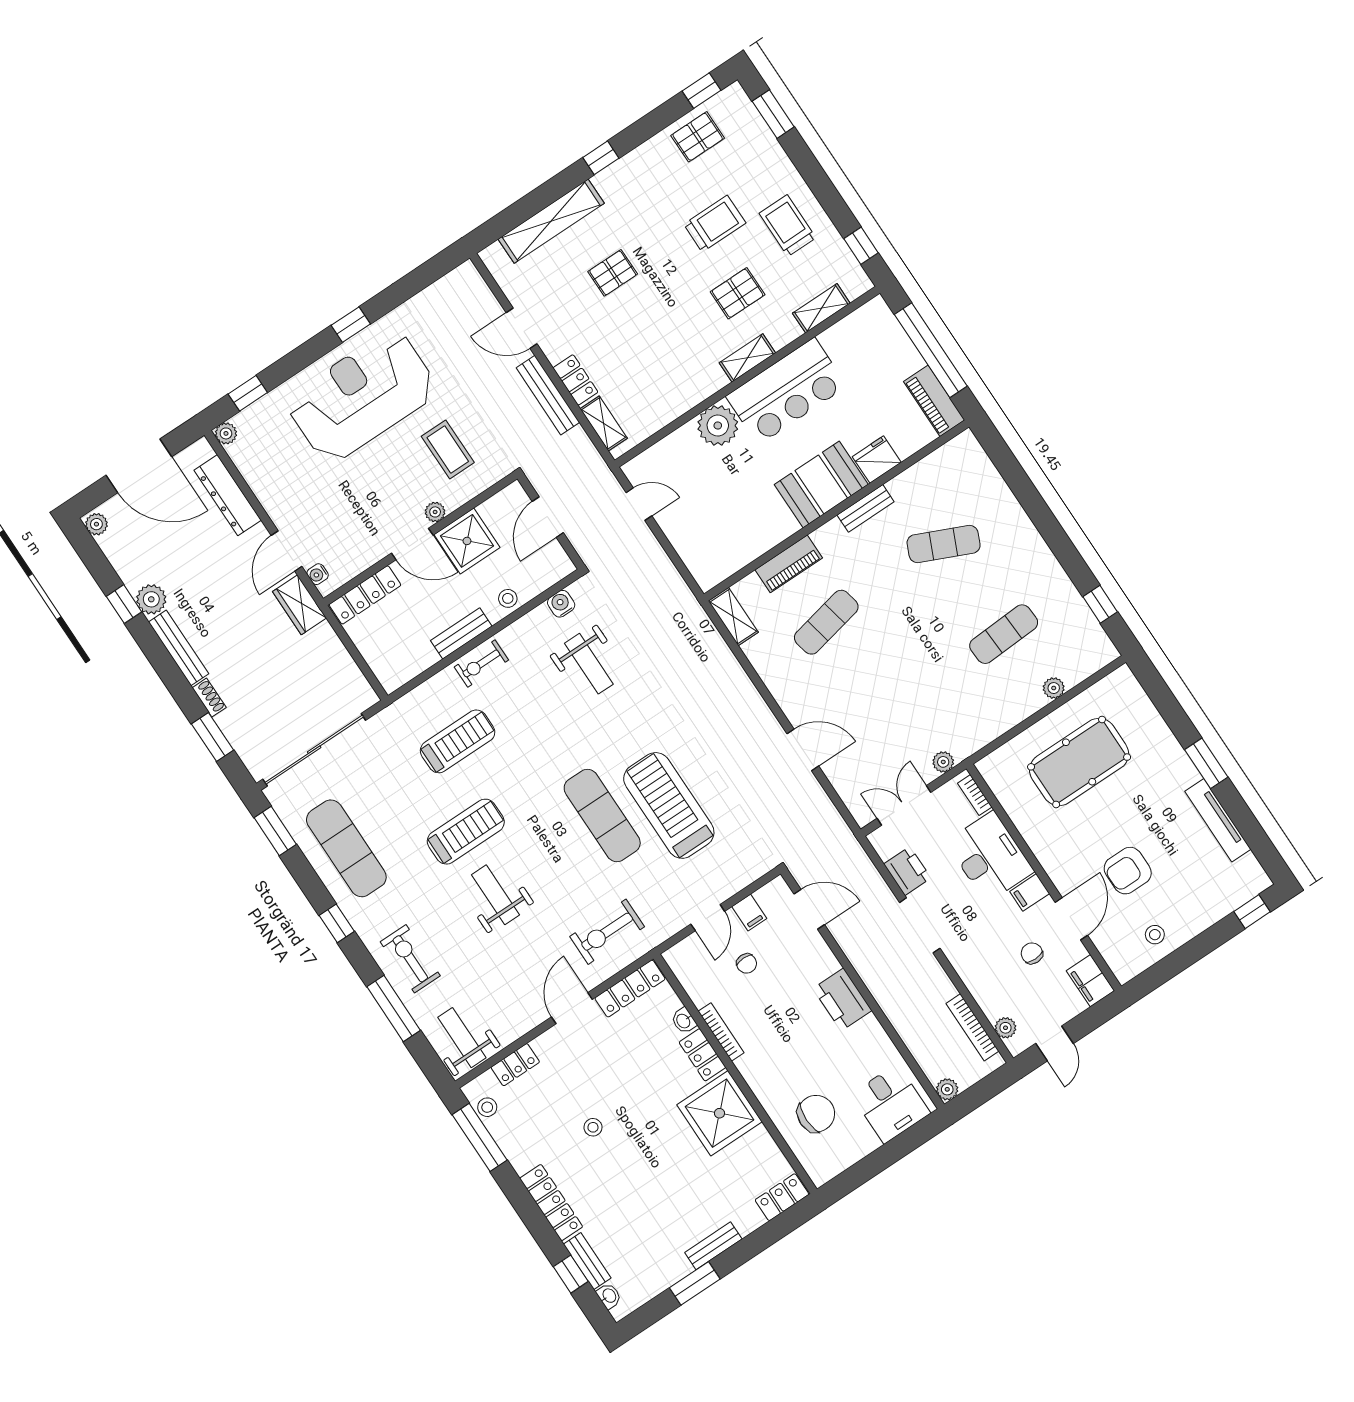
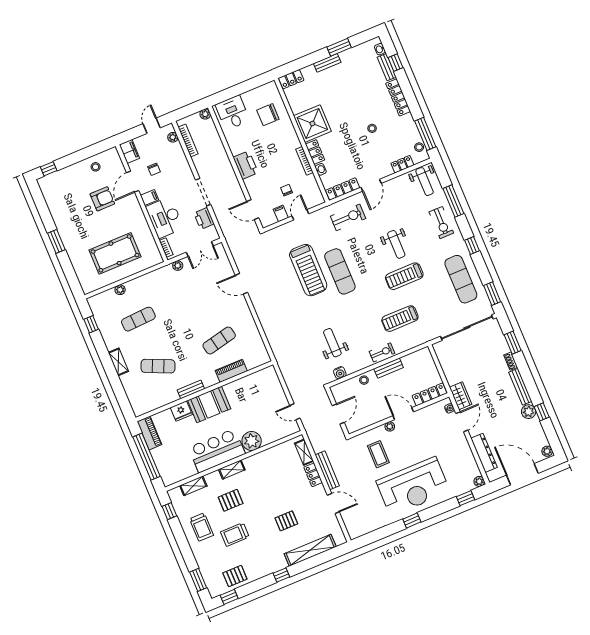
shower: (467, 541) -> (378, 410), removed
shelving: (733, 617) -> (118, 362), moved
tv unit: (1218, 820) -> (56, 214), removed

